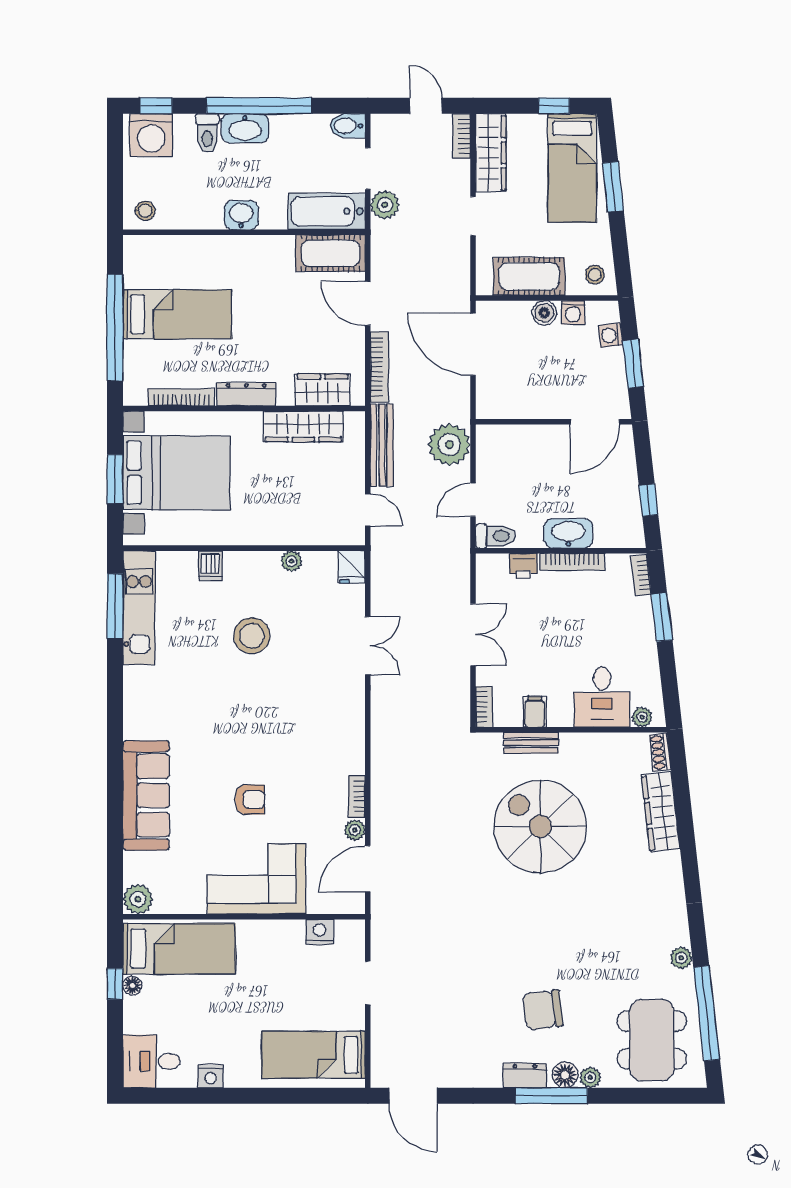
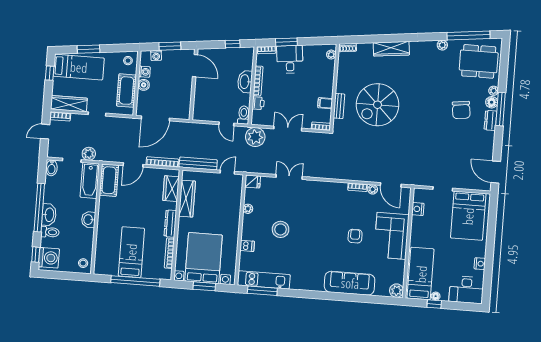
plant: (449, 445) -> (255, 137), moved
desk: (602, 697) -> (290, 59), moved, turned -96
wardrobe: (661, 812) -> (391, 49), moved
bed: (313, 1055) -> (468, 216), width x1.50
desk: (151, 1061) -> (466, 290), width x1.37
door: (413, 1096) -> (496, 172), swing flipped

